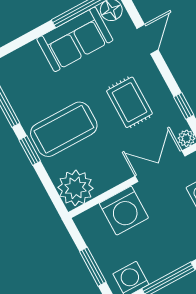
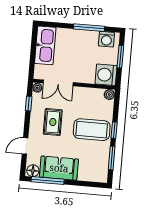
plant: (76, 188) -> (109, 94), width x0.53, depth x0.53
washing machine: (124, 211) -> (106, 75), moved, turned -90

